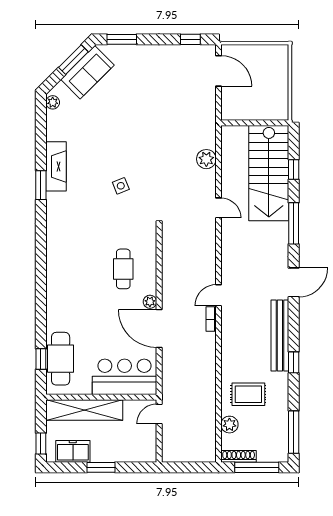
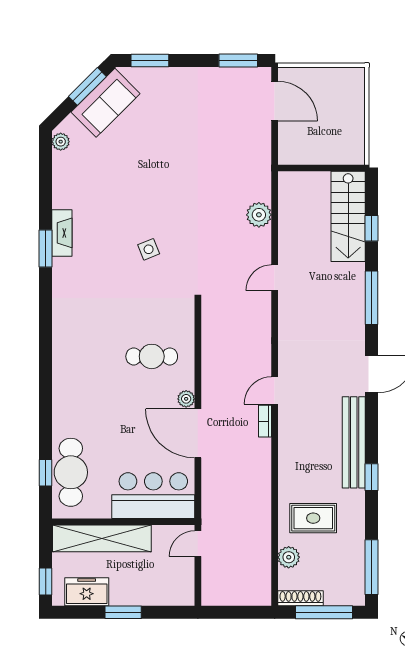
window: (190, 39) -> (238, 60), width x1.50
fireplace: (56, 166) -> (62, 233), width x0.73, depth x0.76
stairs: (269, 173) -> (348, 216), width x0.73, depth x0.66
door: (219, 208) -> (275, 278), swing flipped
cafe table: (123, 269) -> (152, 356), turned 90

